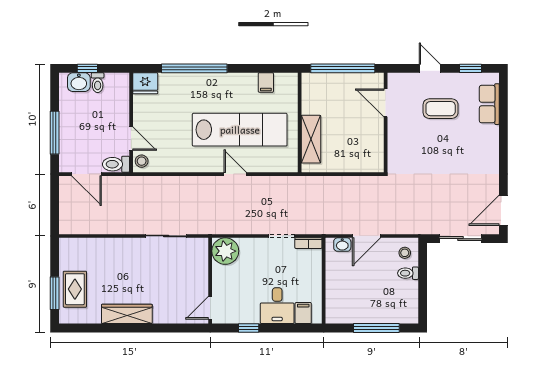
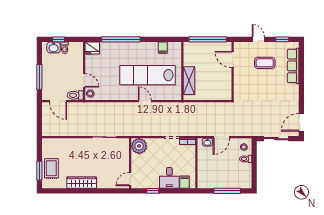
row of seats: (489, 104) -> (293, 66), width x1.48
lab bench: (240, 130) -> (147, 75), turned 180

